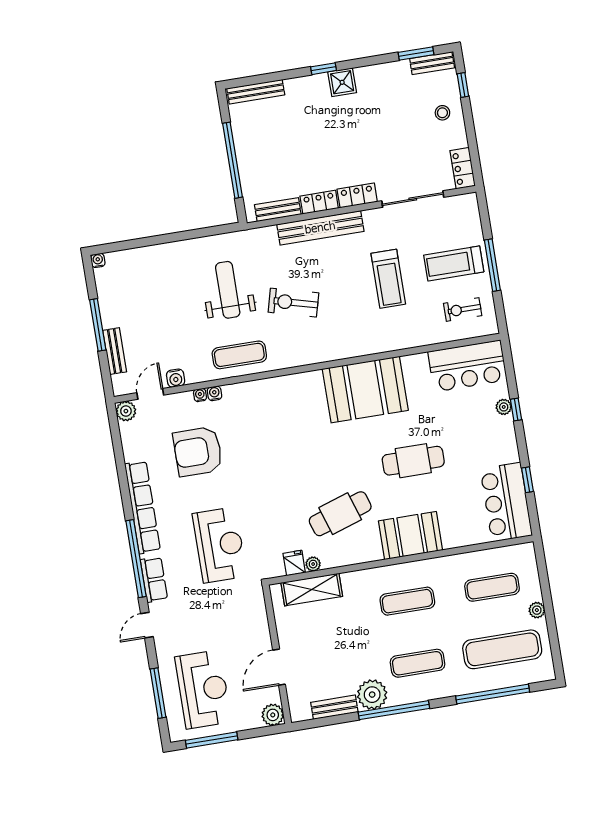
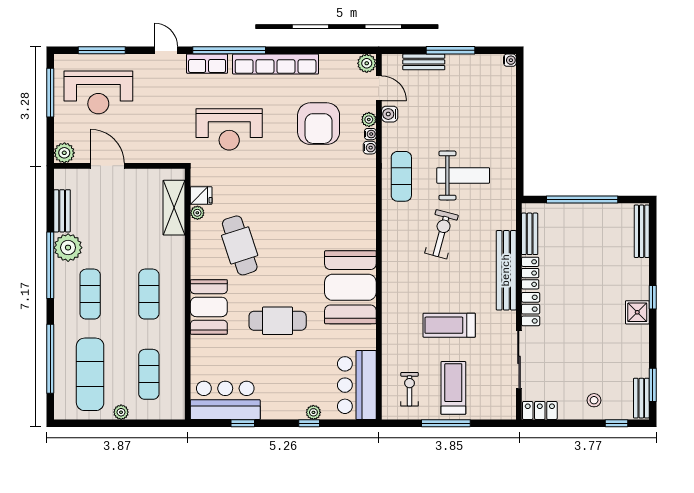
plant: (185, 399) -> (369, 120), added
armchair: (198, 451) -> (319, 124), turned 180
cafe table: (413, 461) -> (278, 321), turned 90

